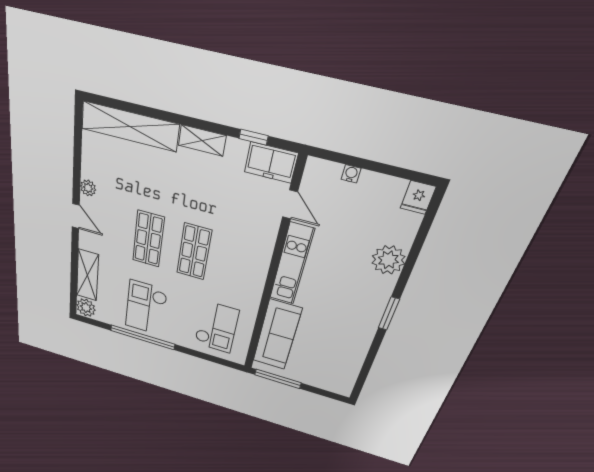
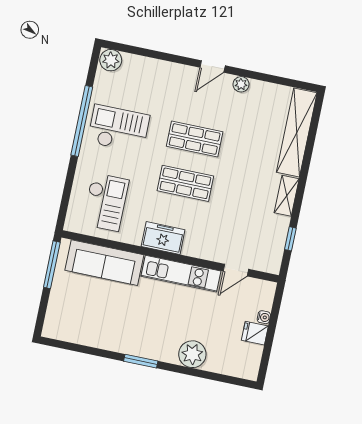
freezer: (271, 163) -> (163, 238), moved, turned 90
fridge: (418, 198) -> (255, 333), moved
shelving: (87, 275) -> (150, 68), removed
checkout: (216, 327) -> (106, 202), turned -90

